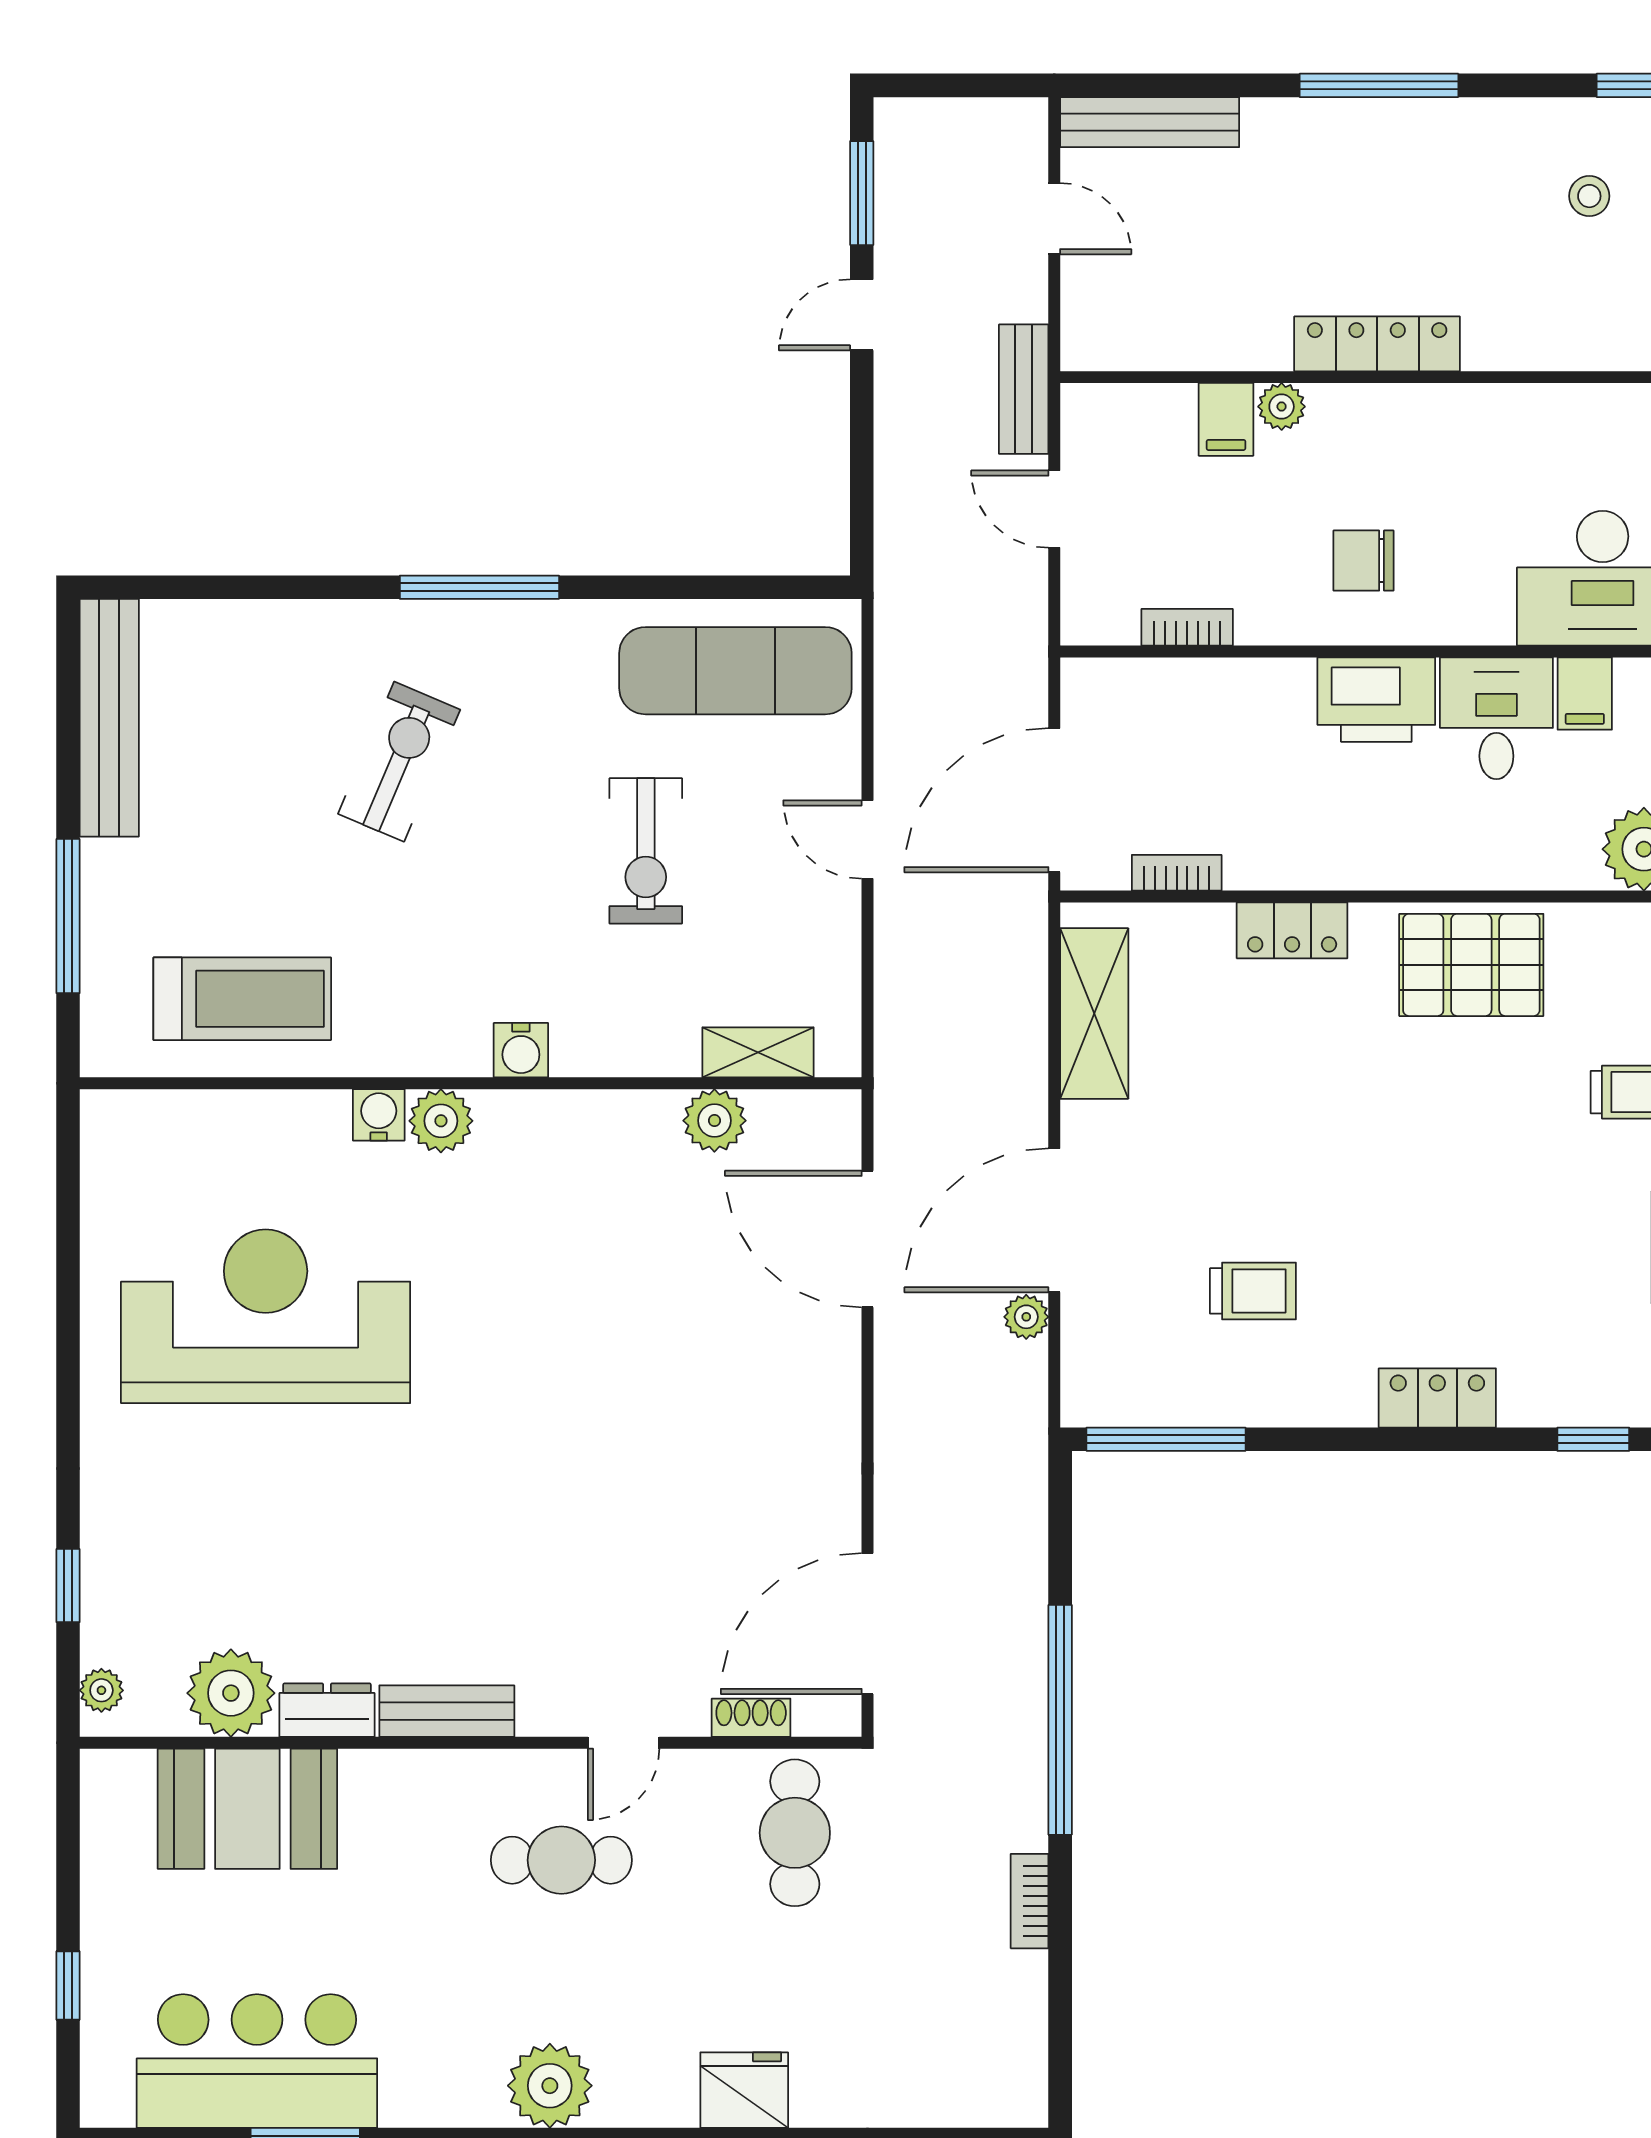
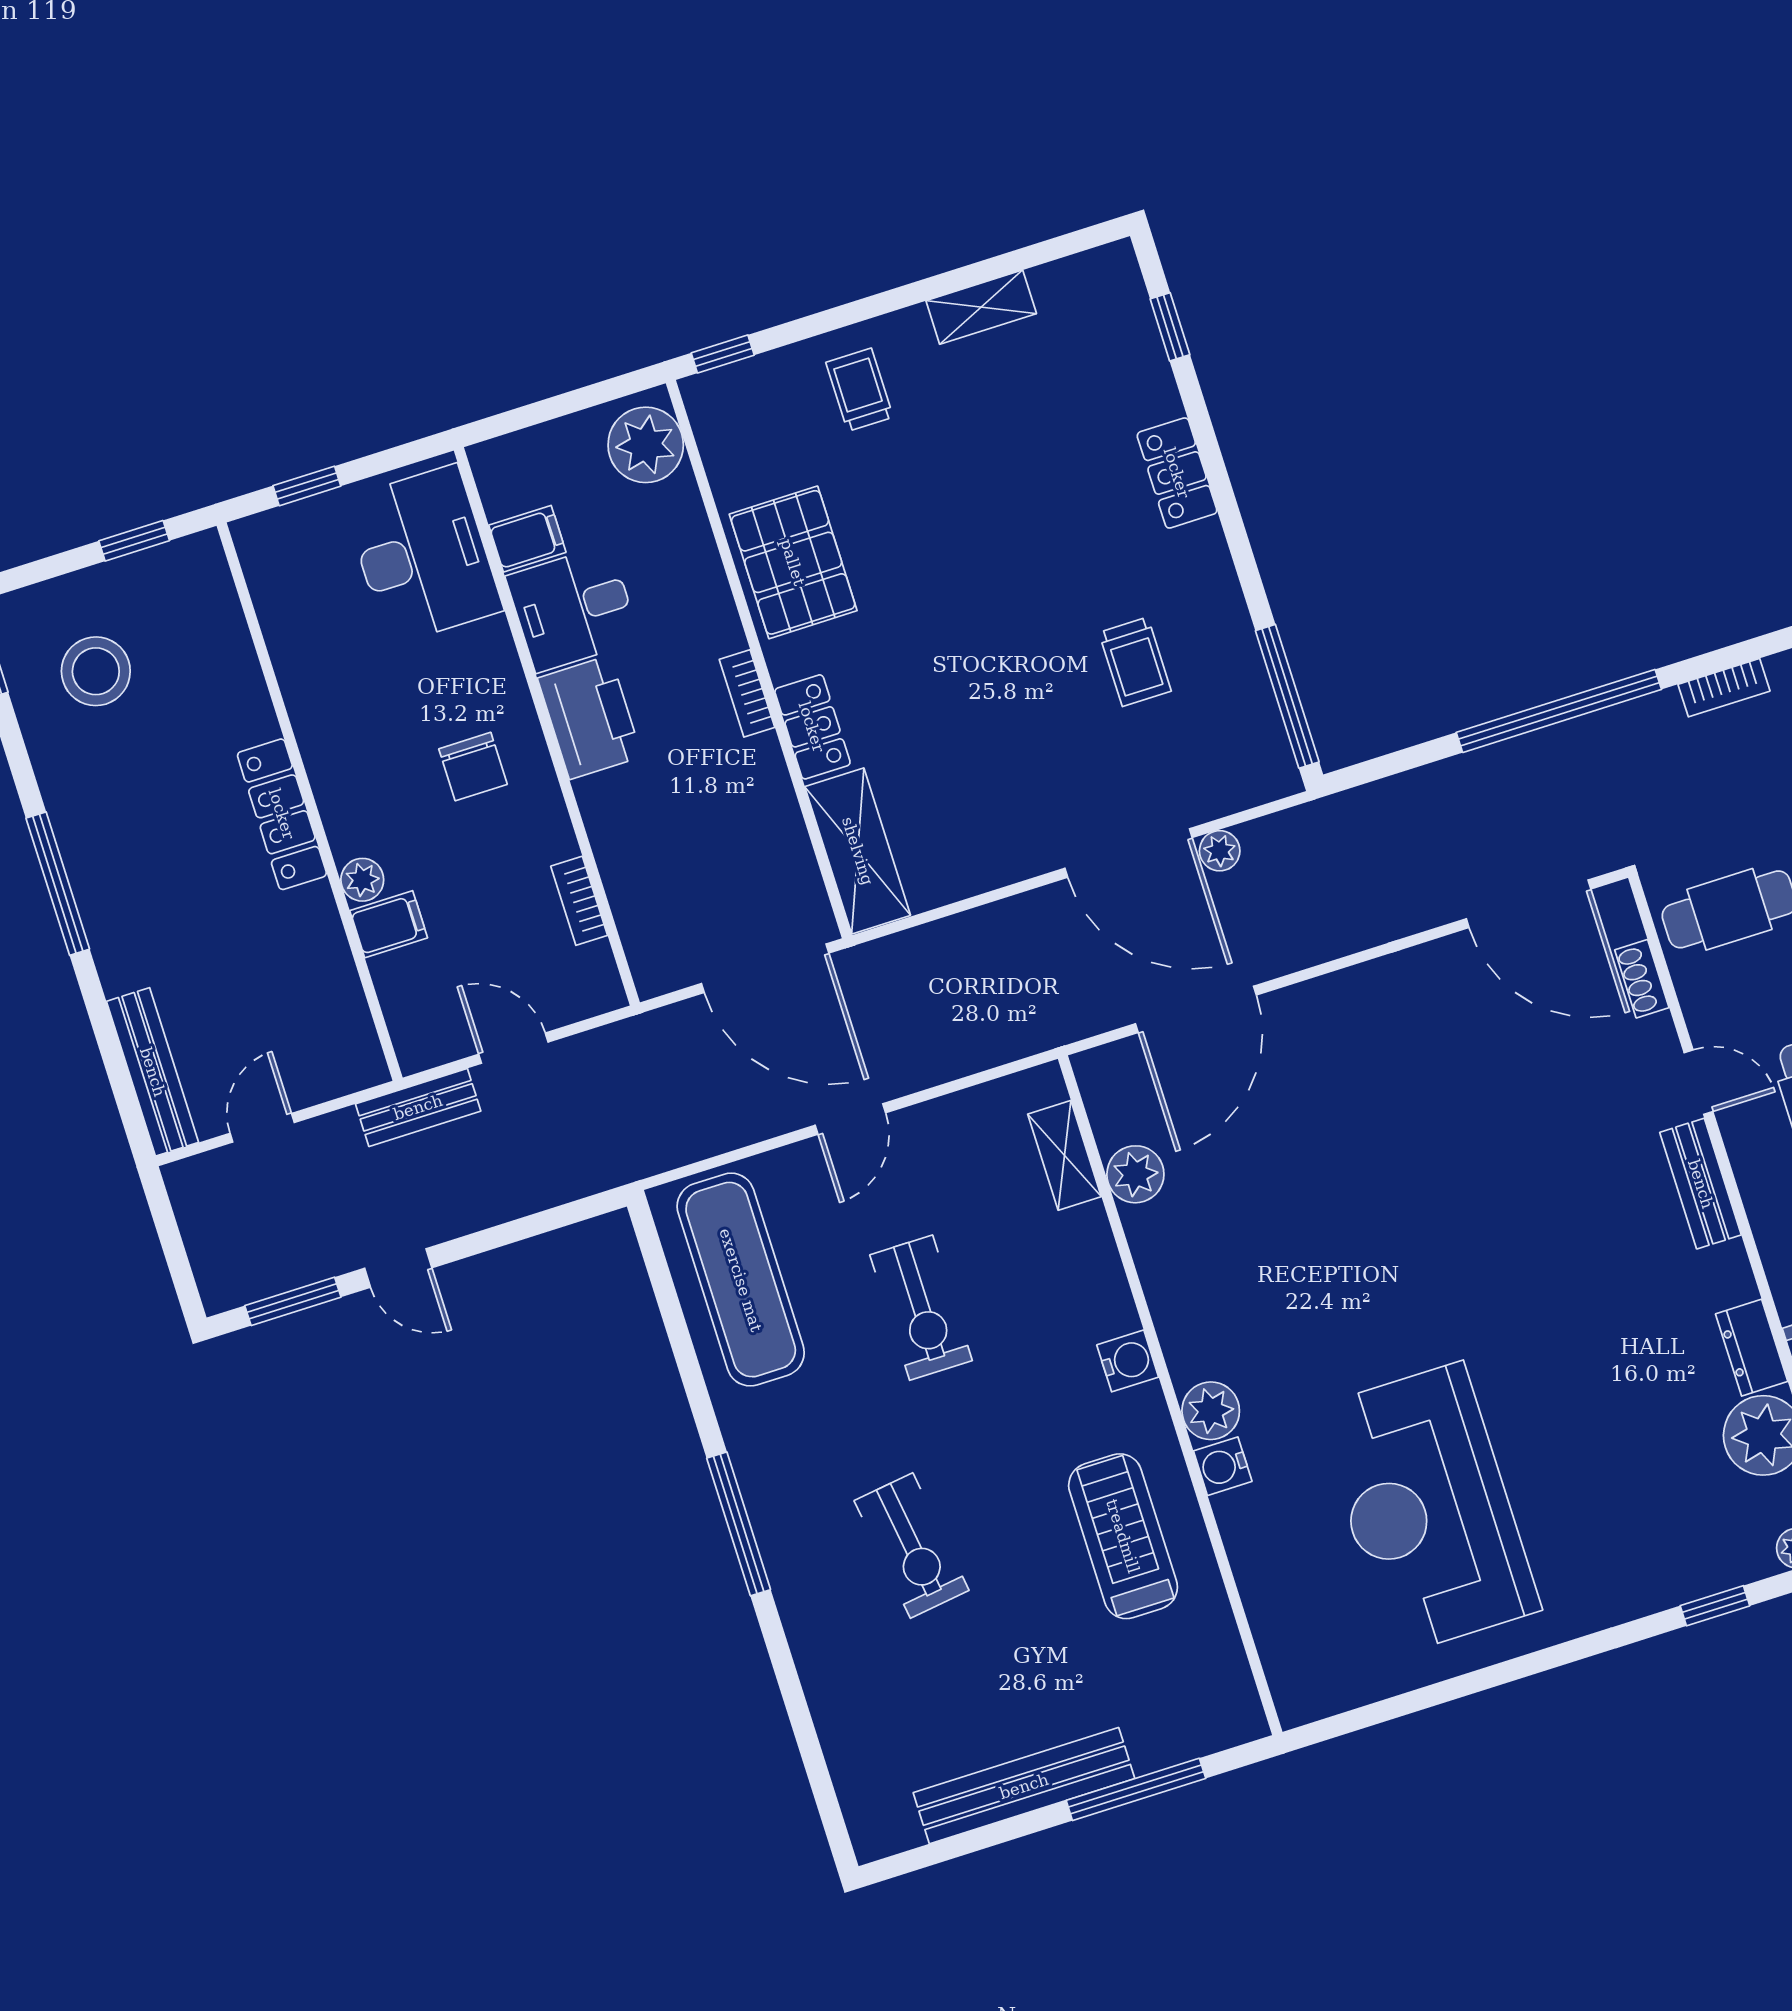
stool: (1589, 196) -> (96, 671), width x1.89, depth x1.89
door: (1054, 509) -> (513, 1048), swing flipped
bench: (109, 718) -> (1024, 1786), moved
exercise bike: (399, 762) -> (912, 1546), turned -121
exercise bike: (646, 851) -> (921, 1308), turned 90
bookcase: (1177, 873) -> (747, 693), moved
treadmill: (242, 999) -> (1123, 1536), moved
shelving: (1094, 1014) -> (858, 851), moved, turned 90
trolley: (1253, 1291) -> (1135, 662), turned 180
bench: (447, 1711) -> (1701, 1184), moved

